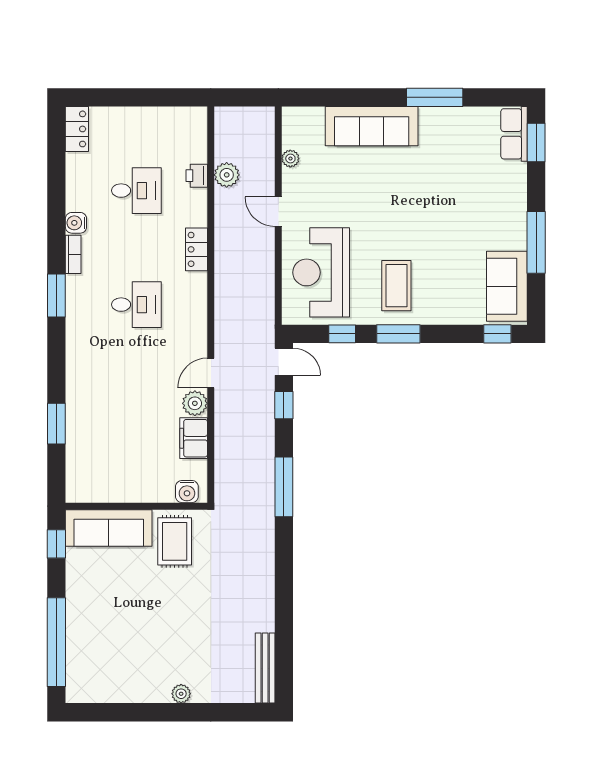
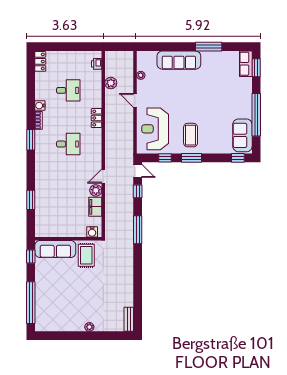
printer: (197, 176) -> (97, 64), moved
window: (536, 242) -> (256, 115), width x1.46
bench: (265, 668) -> (129, 319), width x0.73

